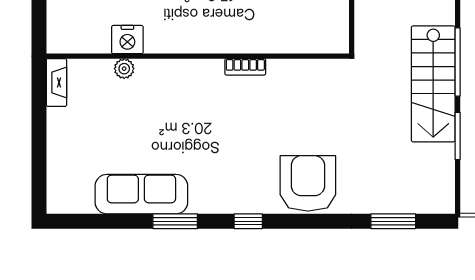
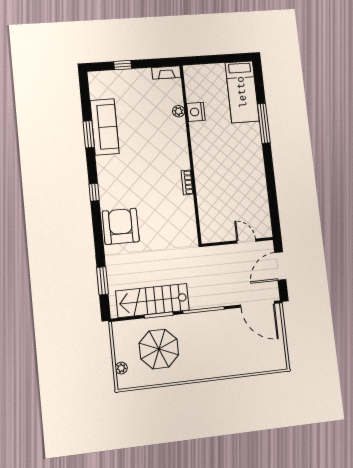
stairs: (433, 84) -> (153, 301), moved
window: (39, 155) -> (123, 65), added
armchair: (308, 183) -> (121, 226), turned -90
window: (175, 221) -> (89, 134), moved

